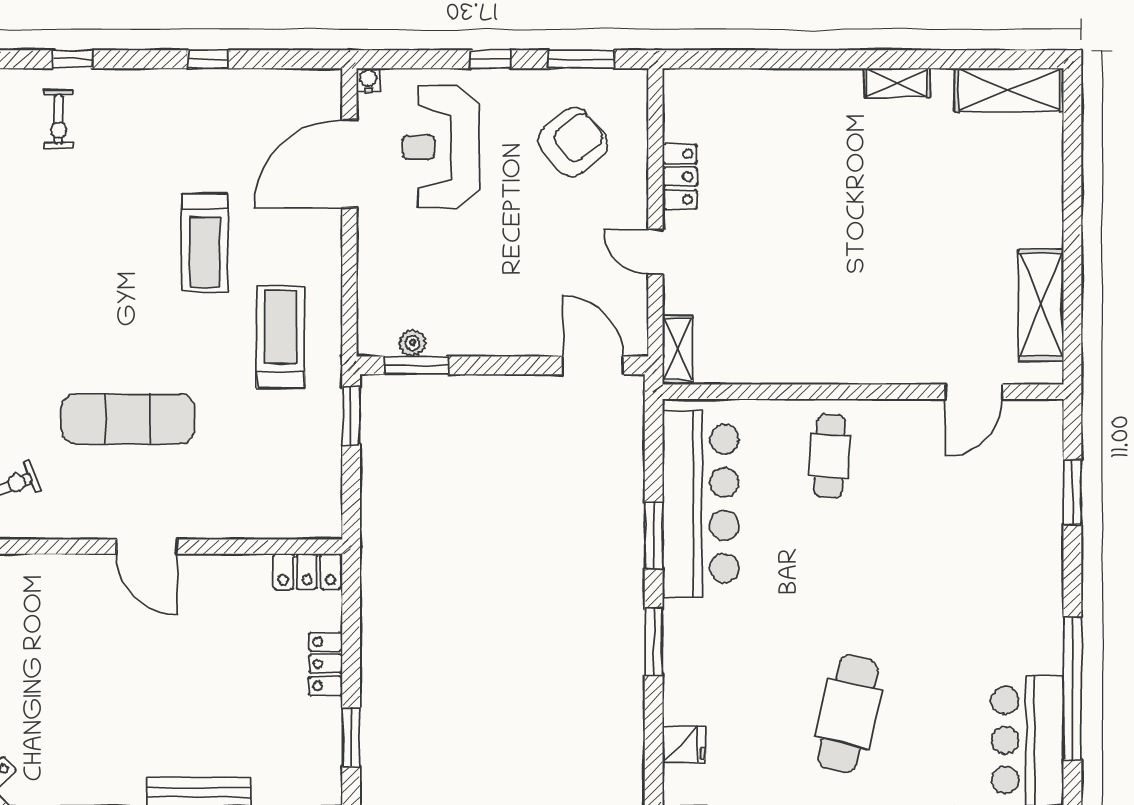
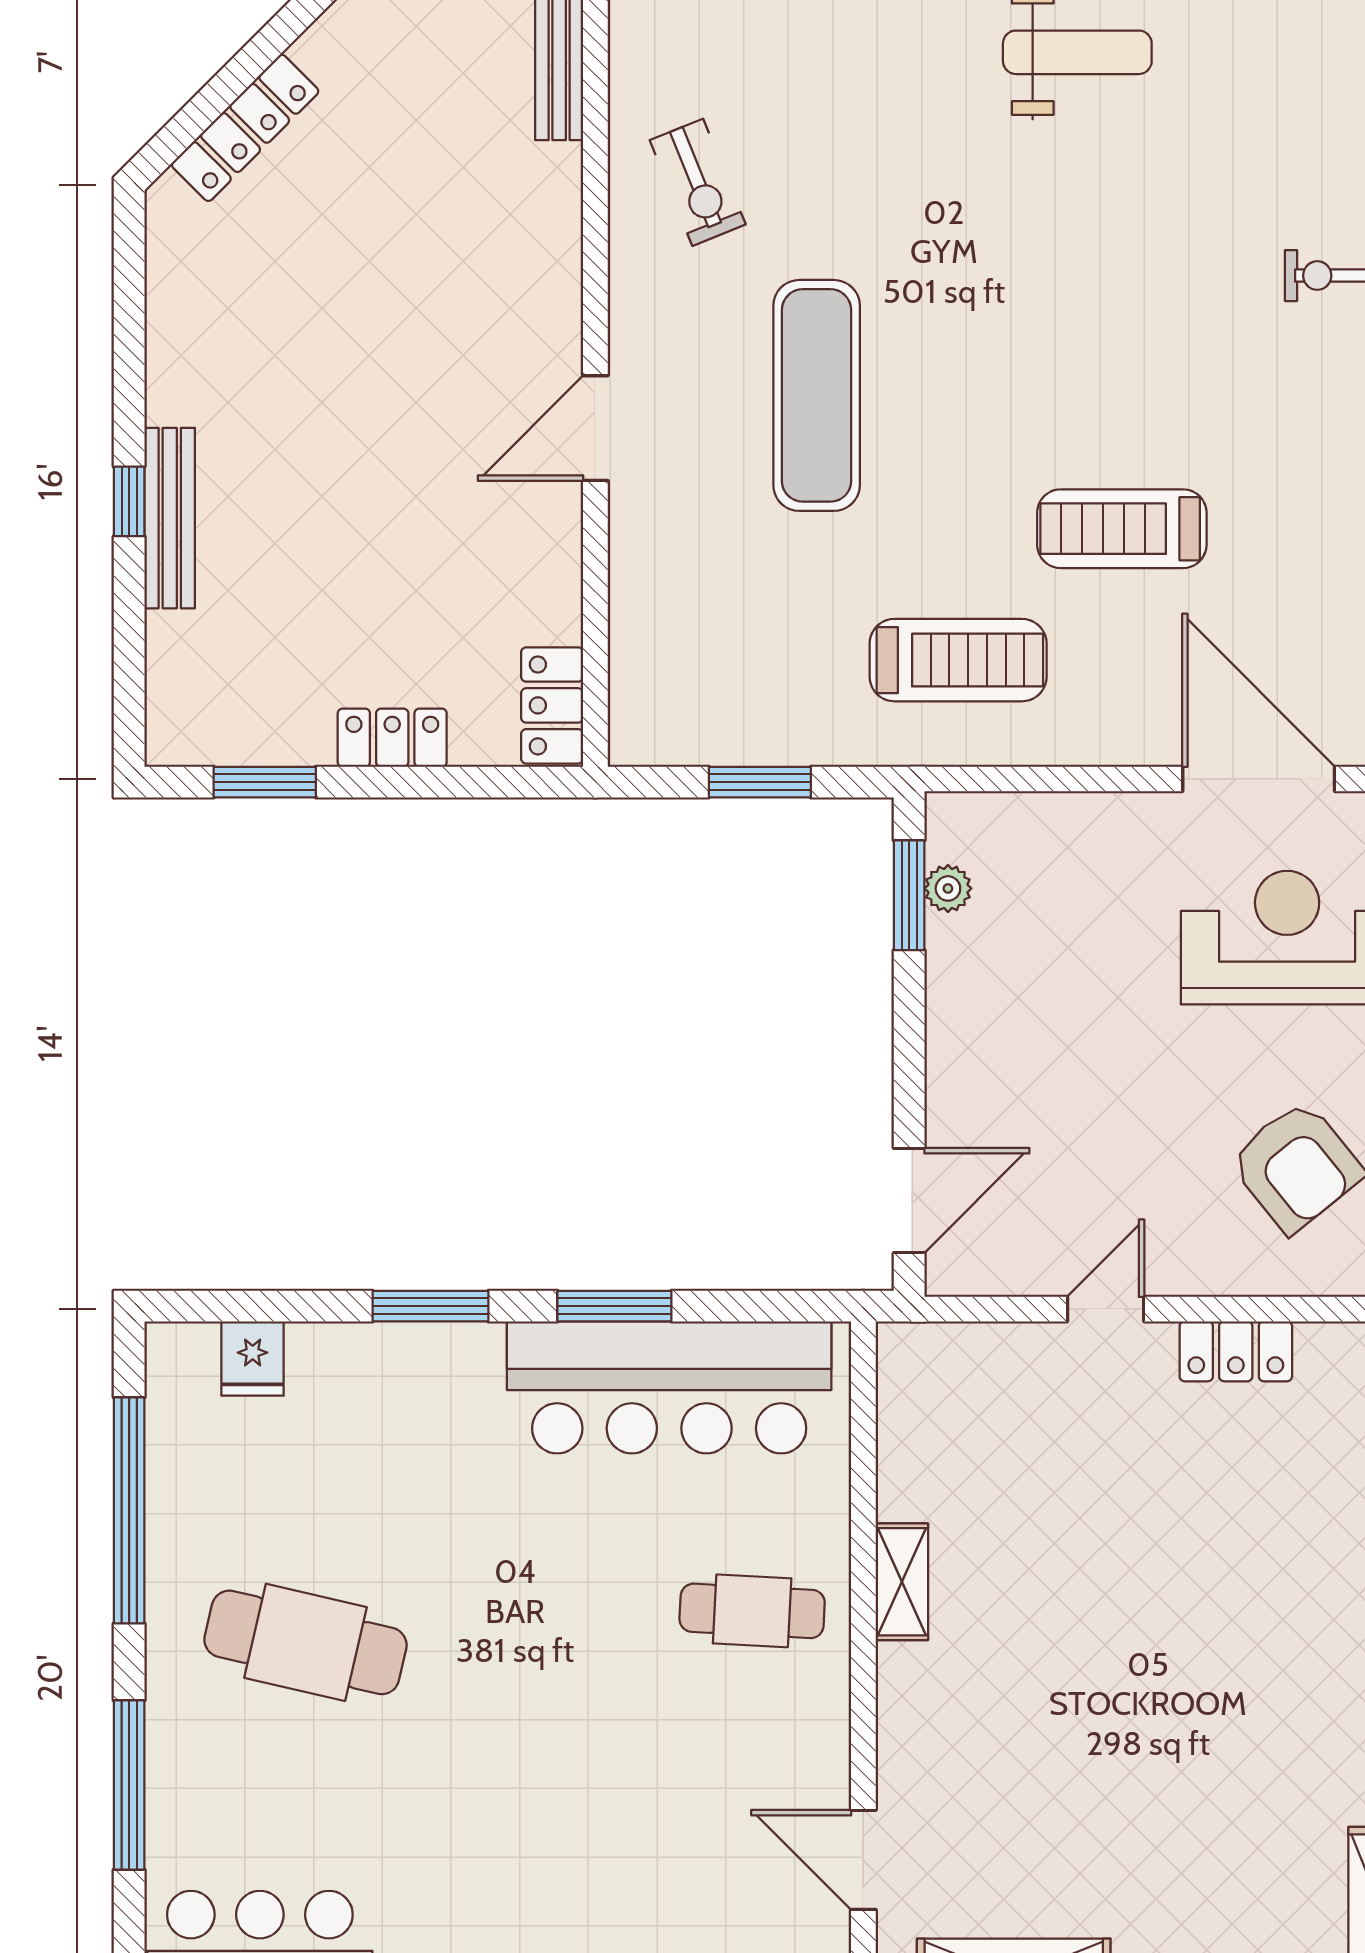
shelving: (678, 349) -> (902, 1582), moved, turned 90
window: (351, 416) -> (760, 782), moved

